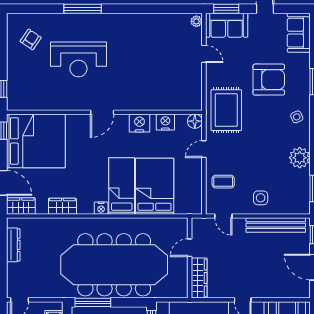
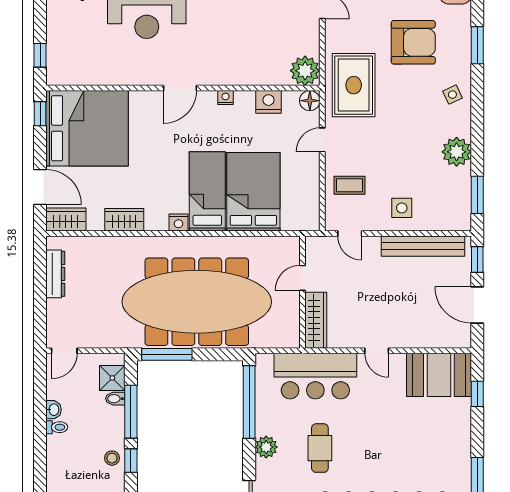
plant: (191, 100) -> (305, 71), added
nightstand: (139, 123) -> (226, 98), width x0.53, depth x0.56

